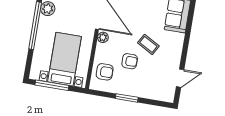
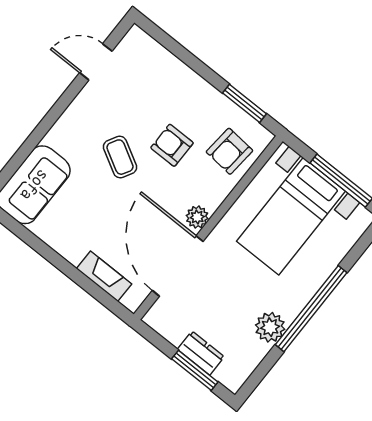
armchair: (105, 72) -> (229, 151), turned -85
window: (127, 98) -> (244, 103), moved

